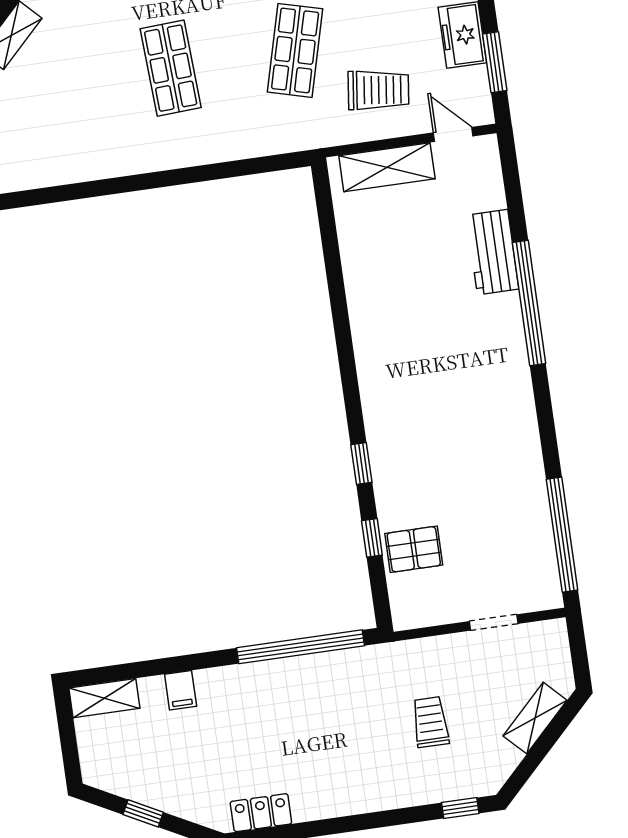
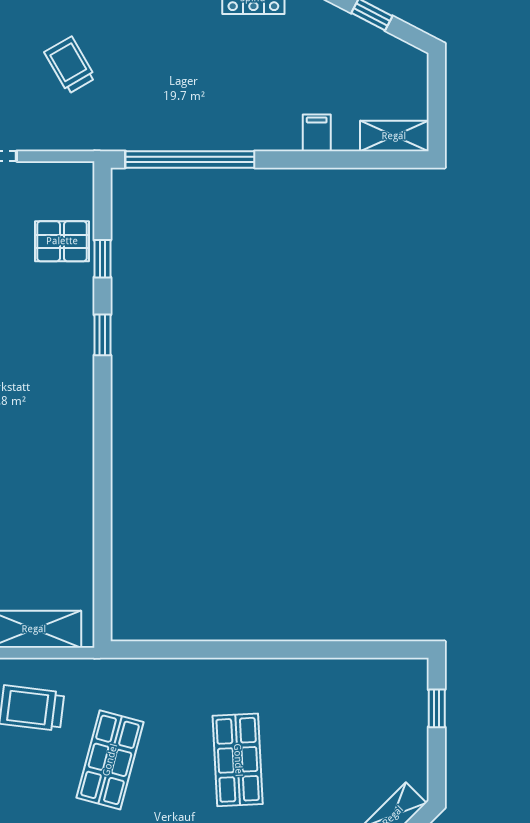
trolley: (430, 722) -> (70, 65), turned 150

